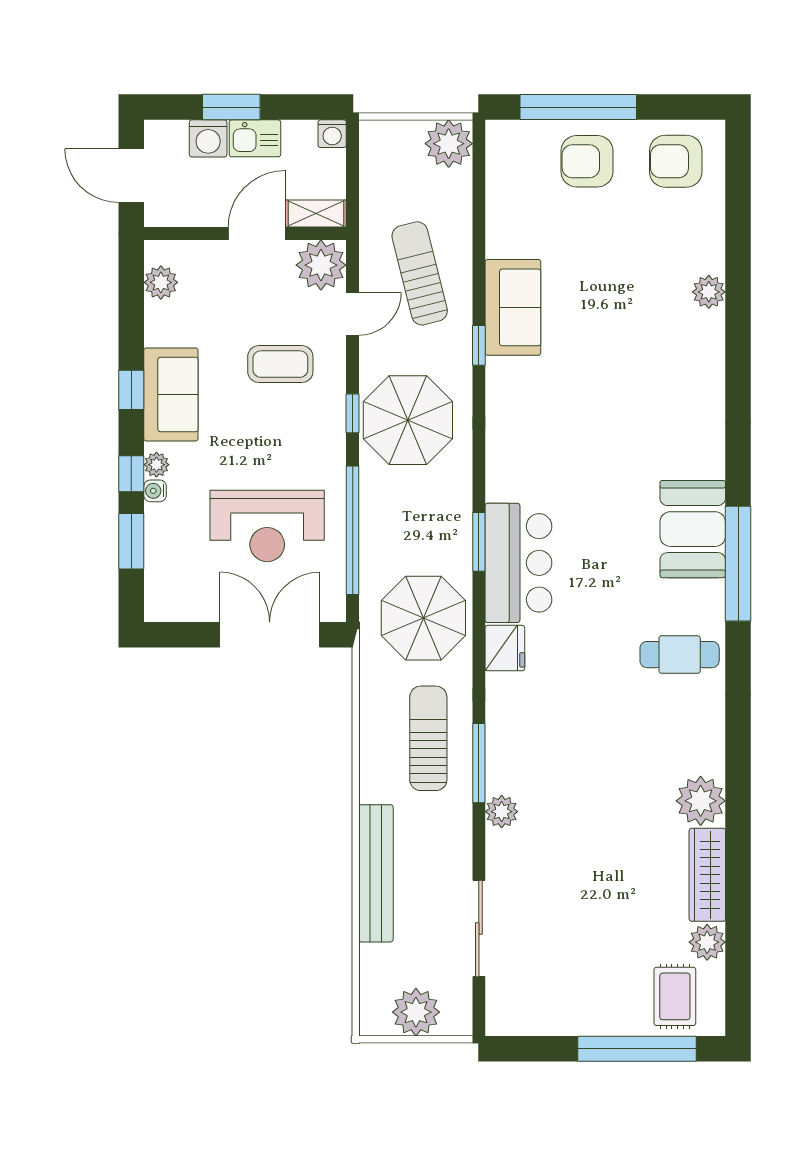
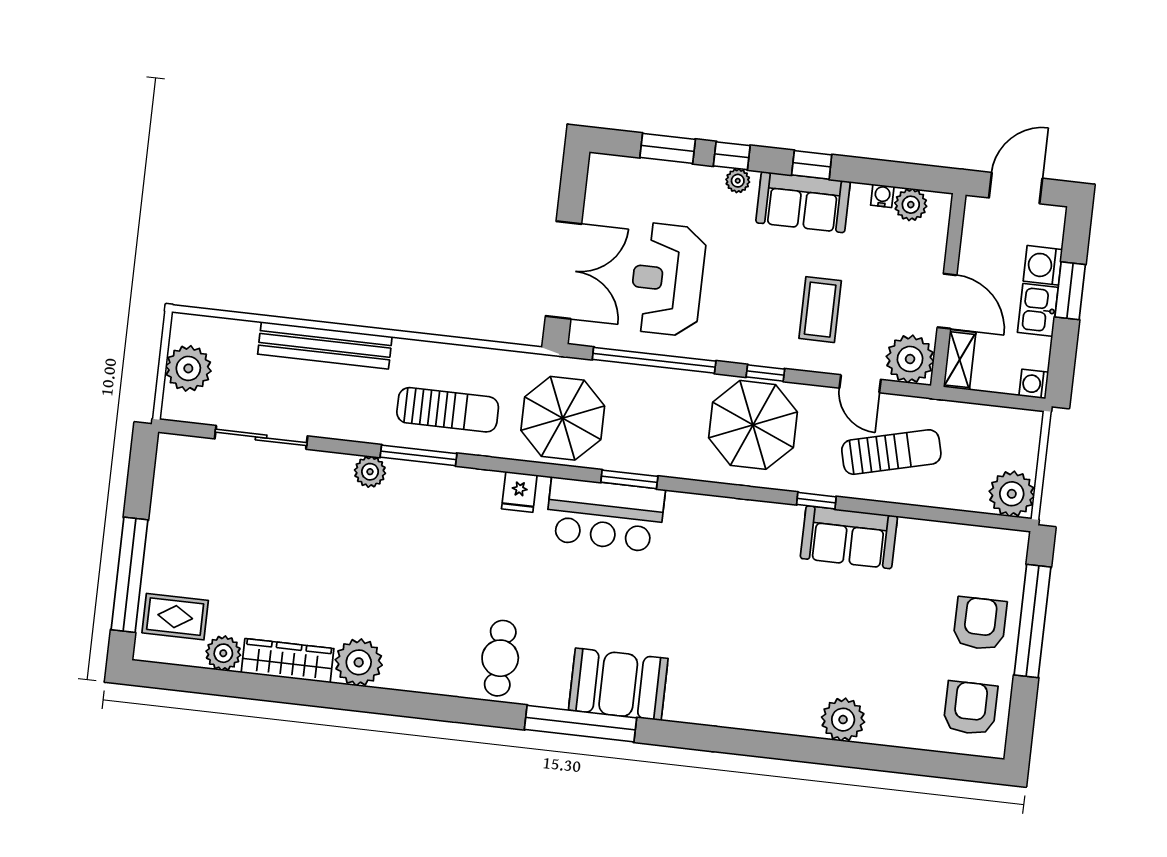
plant: (709, 292) -> (843, 720), width x1.36, depth x1.36
water cooler: (155, 491) -> (882, 196), moved
fridge: (505, 648) -> (519, 492), width x0.72

